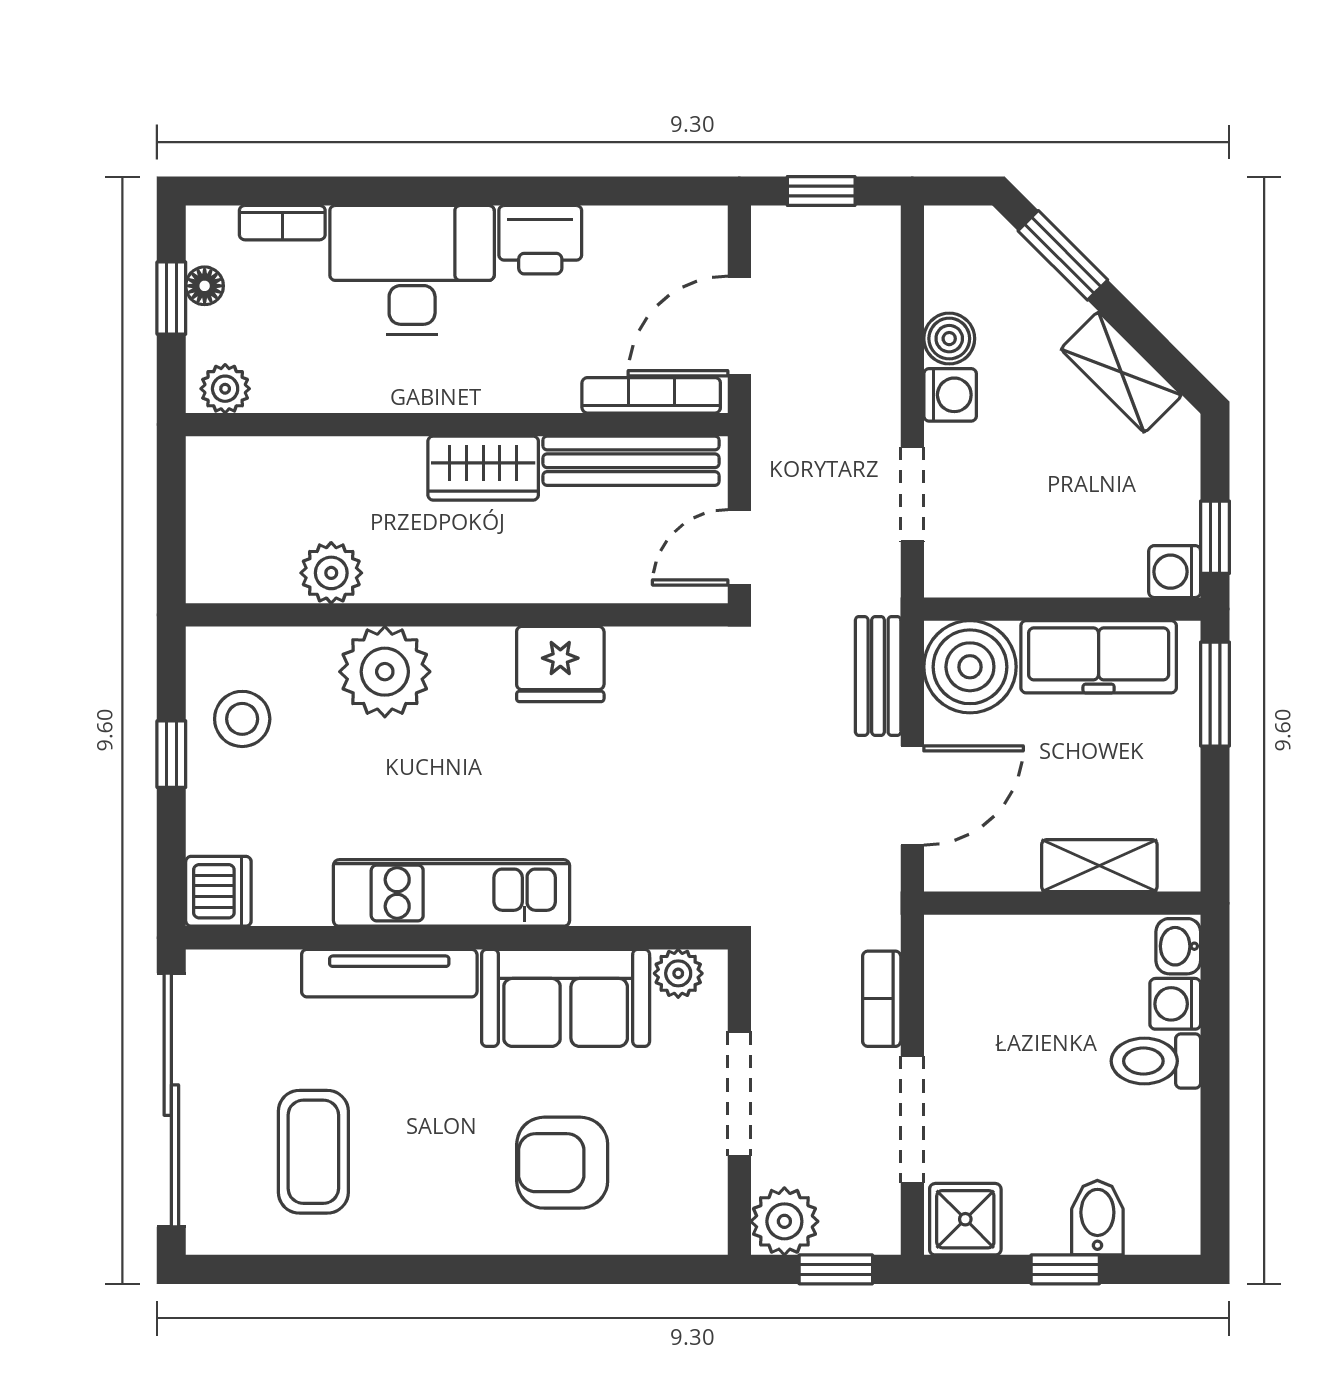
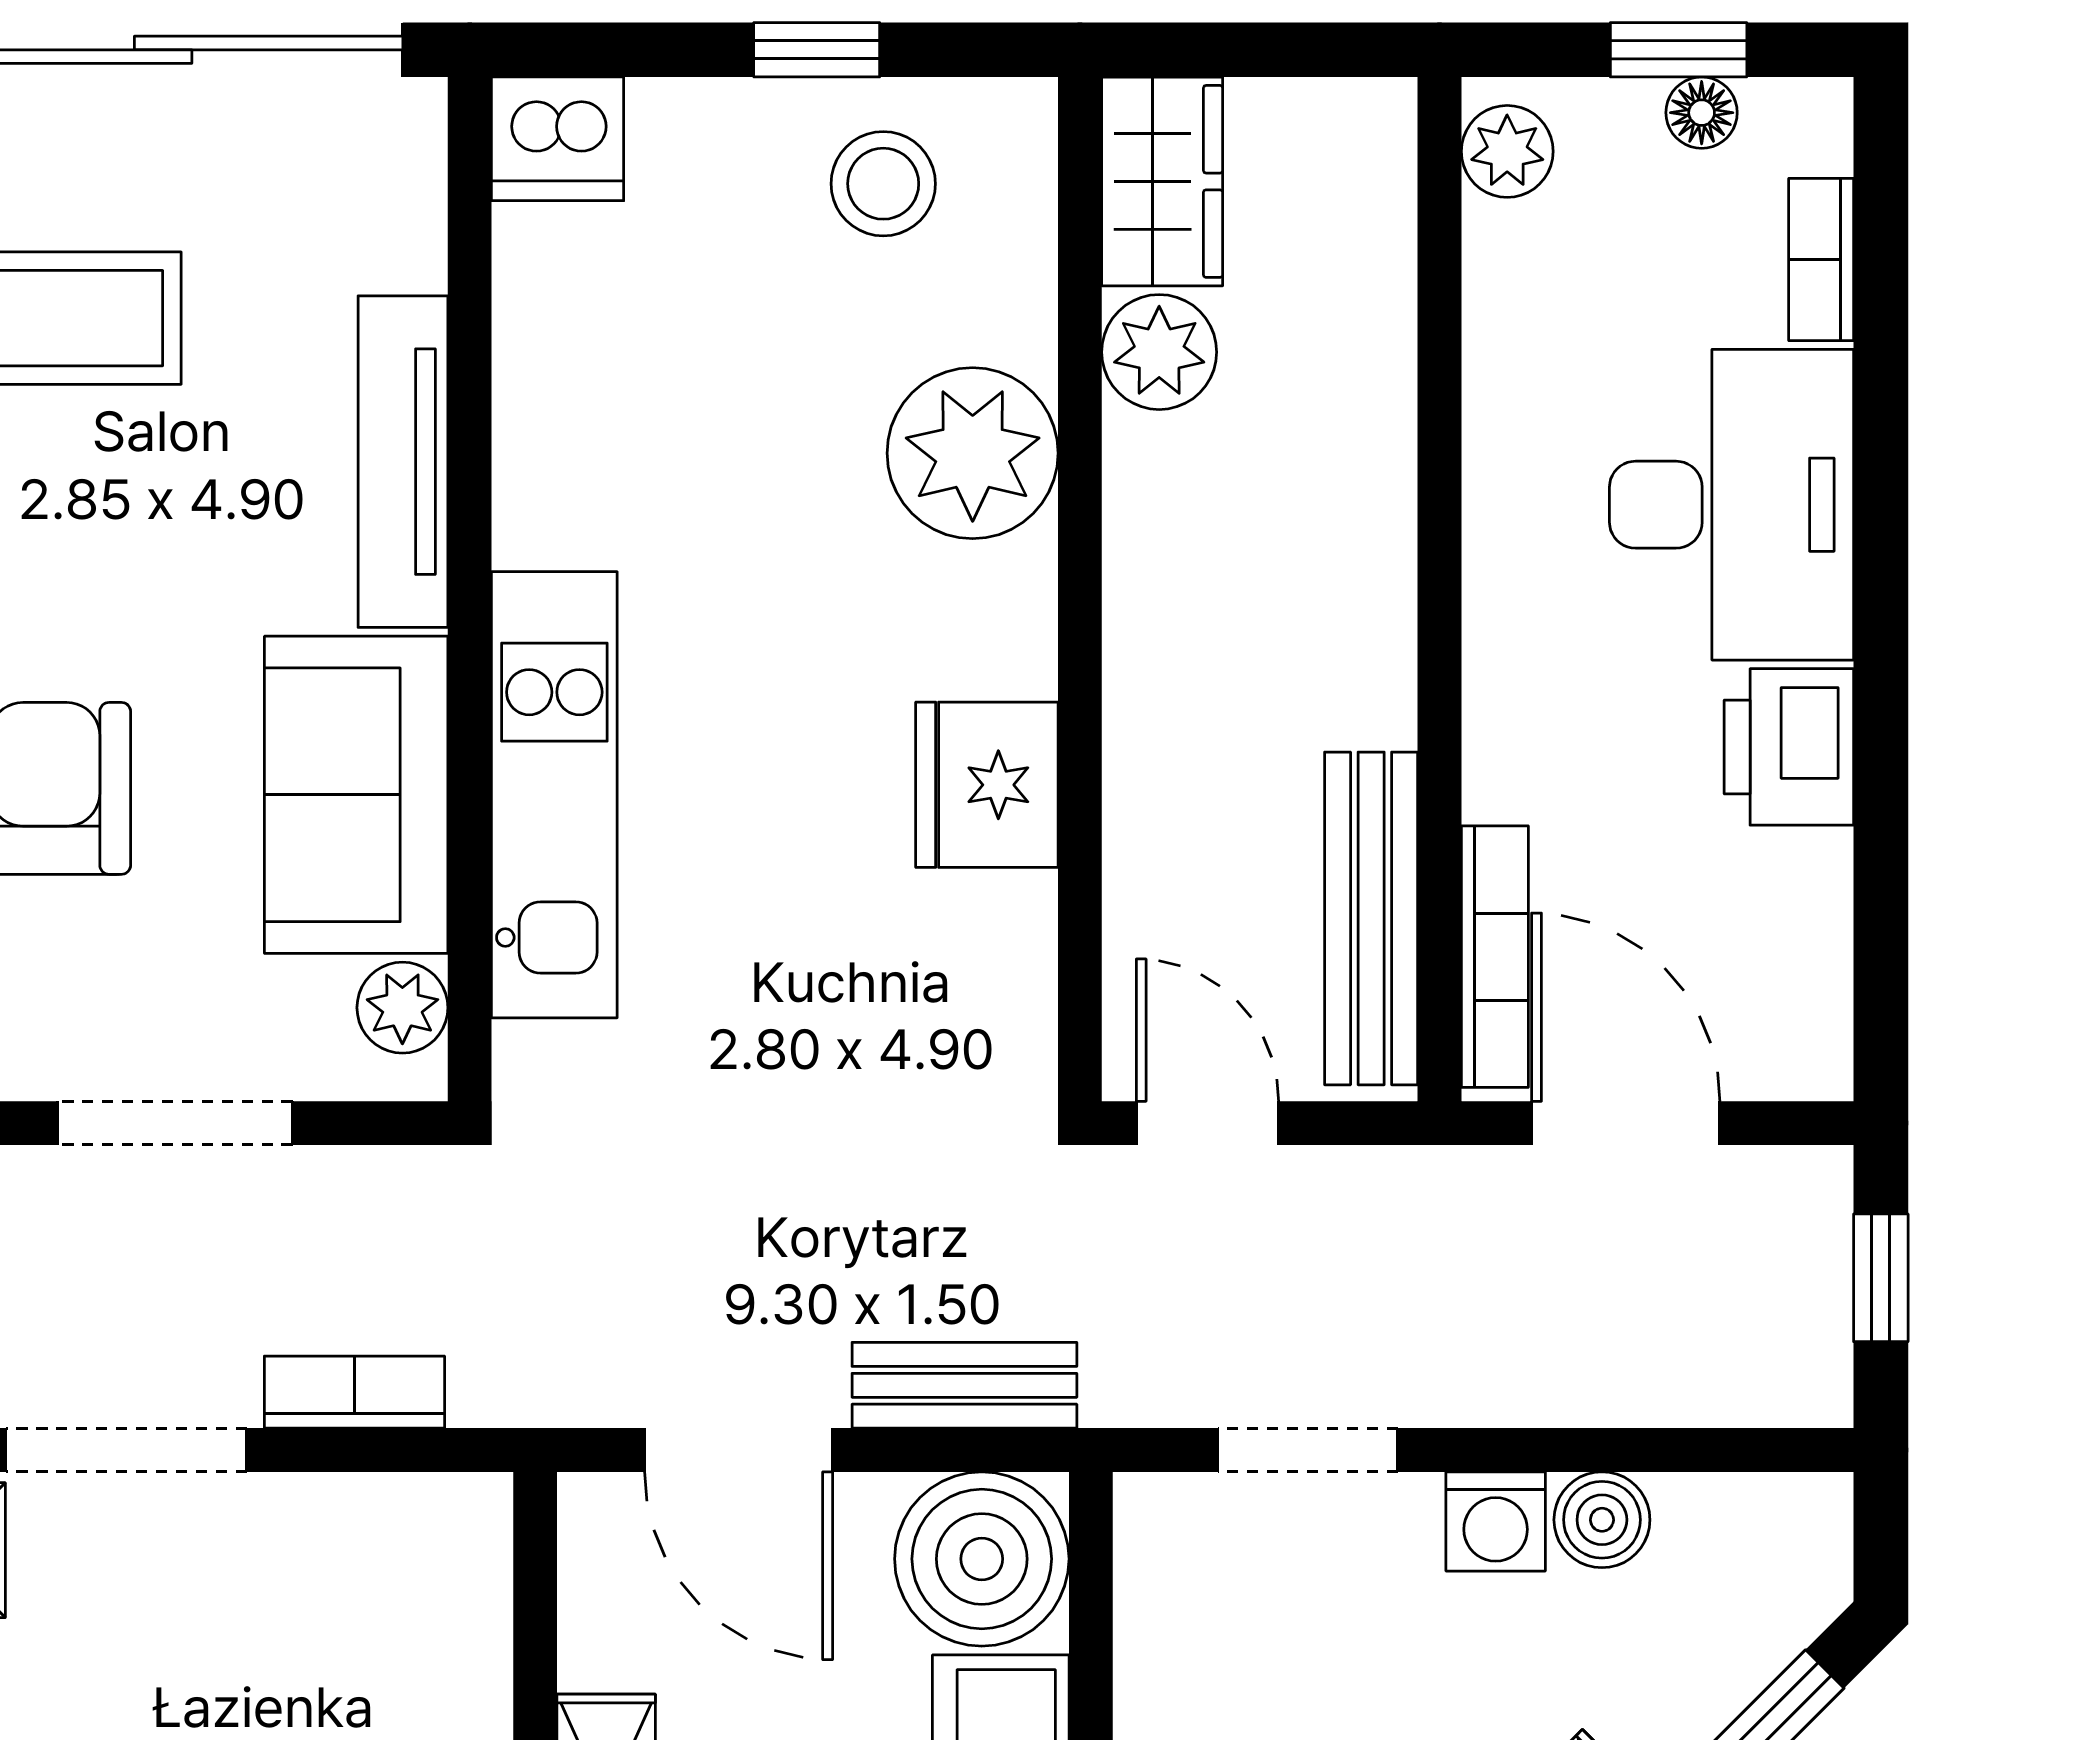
wardrobe: (483, 468) -> (1162, 181), moved, turned 180
kitchen unit: (451, 893) -> (554, 795), moved

